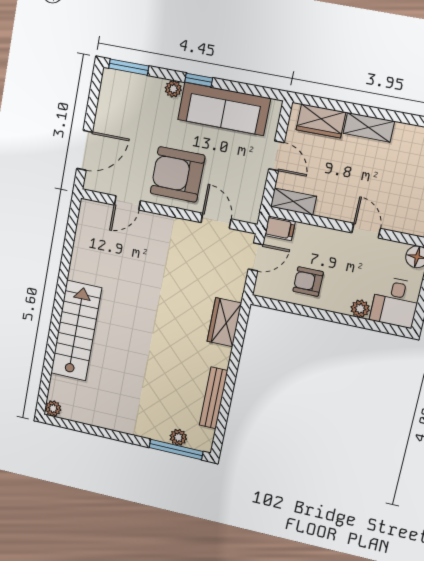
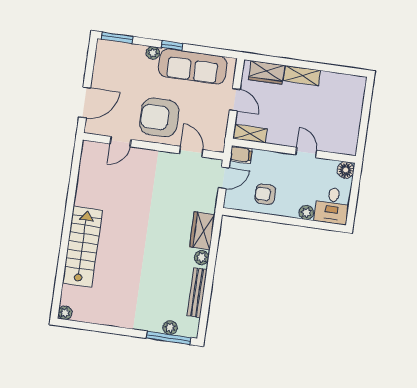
plant: (222, 355) -> (202, 257), added

